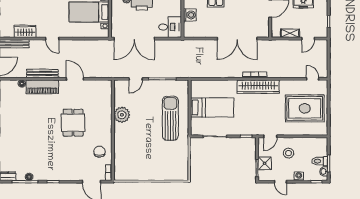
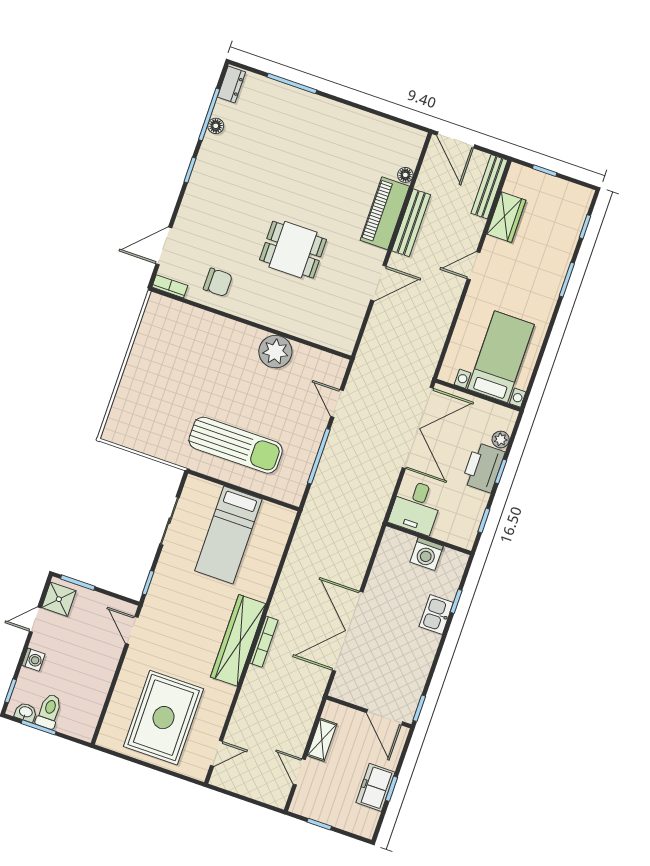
double door: (134, 39) -> (418, 428), swing flipped
stool: (288, 153) -> (86, 655), removed
shower: (265, 163) -> (59, 599), moved

